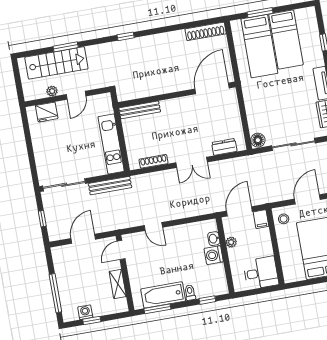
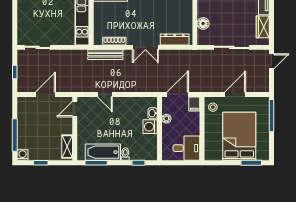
floor lamp: (258, 140) -> (203, 23), moved
dresser: (224, 147) -> (175, 39), width x1.44
sliding door: (64, 185) -> (38, 47), width x0.73
bench: (110, 186) -> (105, 55), moved
shelving: (118, 284) -> (67, 147), moved
washing machine: (85, 312) -> (22, 155), moved

